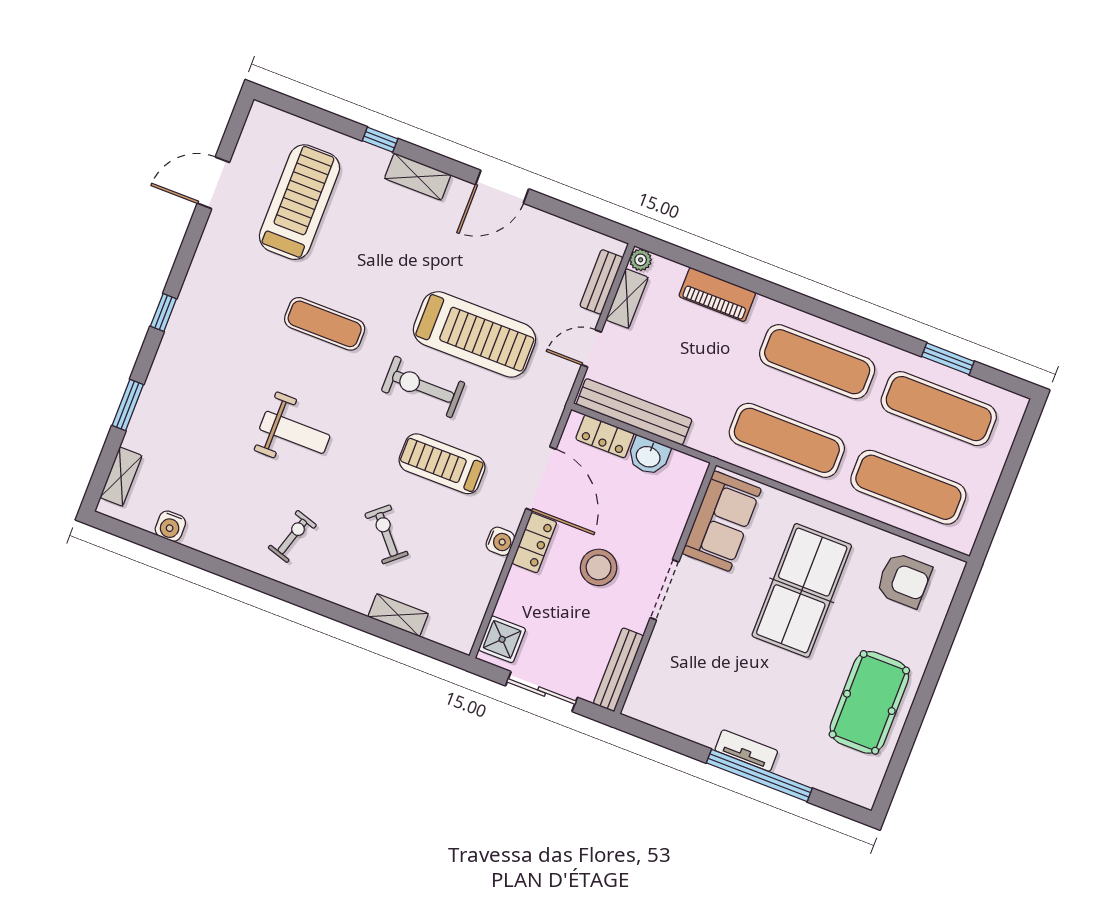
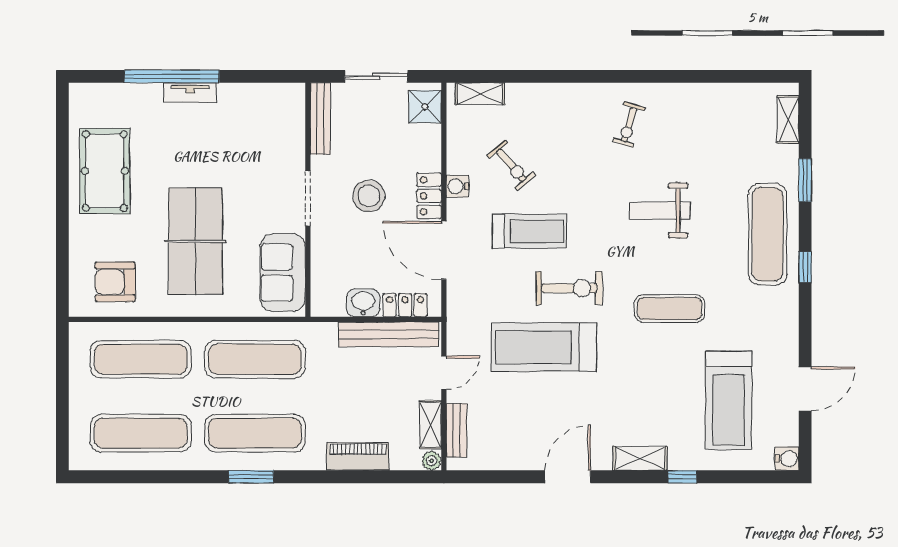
window: (948, 359) -> (251, 477), moved
exercise mat: (190, 363) -> (768, 234), added
water cooler: (170, 526) -> (787, 459), moved, turned 90
exercise bike: (387, 534) -> (511, 165), moved
shelving: (398, 615) -> (480, 94), moved

